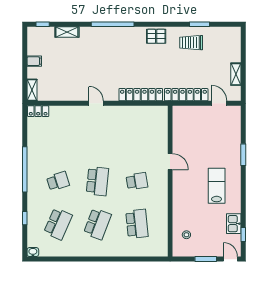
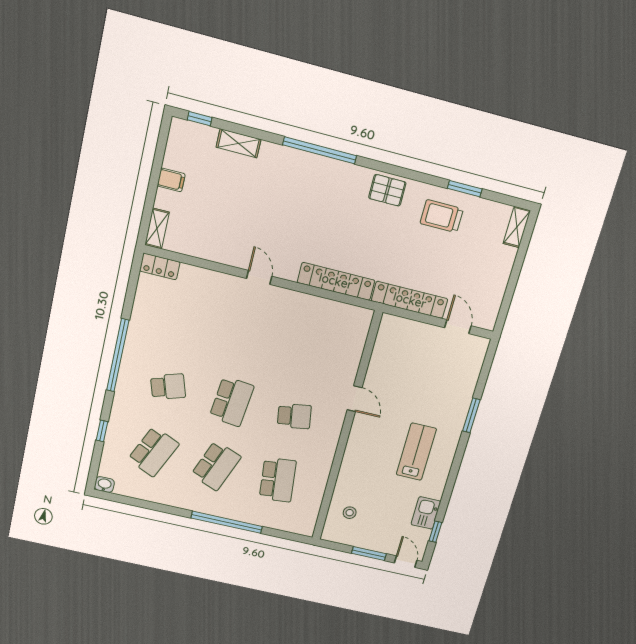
shelving: (236, 74) -> (517, 227), moved
window: (112, 259) -> (227, 522), added

